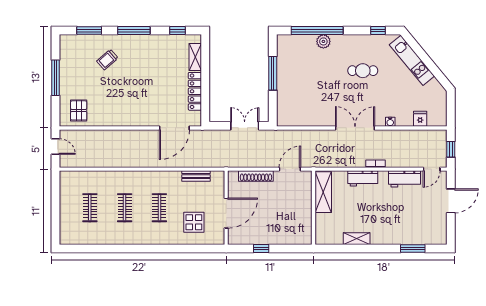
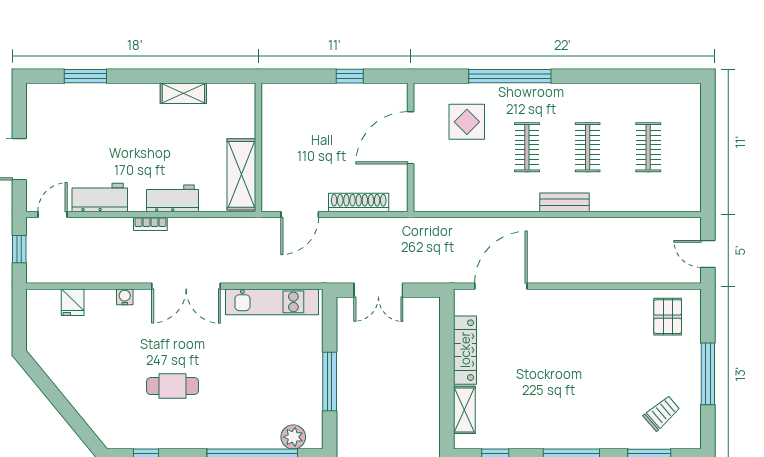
plant: (323, 41) -> (293, 437), moved
trolley: (107, 60) -> (662, 413), moved
kitchen unit: (412, 60) -> (272, 302), moved, turned 129
bench: (196, 176) -> (565, 202), moved
window: (169, 248) -> (510, 76), added

